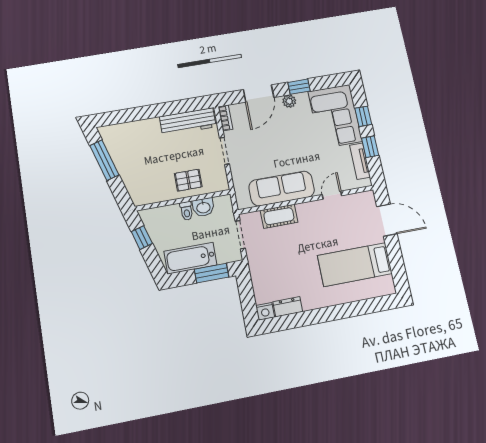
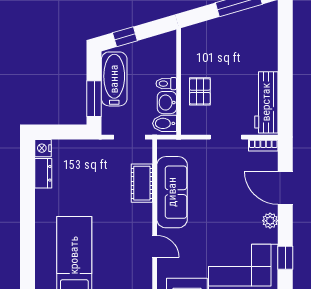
window: (299, 87) -> (285, 258), moved
bidet: (222, 206) -> (165, 123), added
window: (142, 238) -> (125, 37), moved

